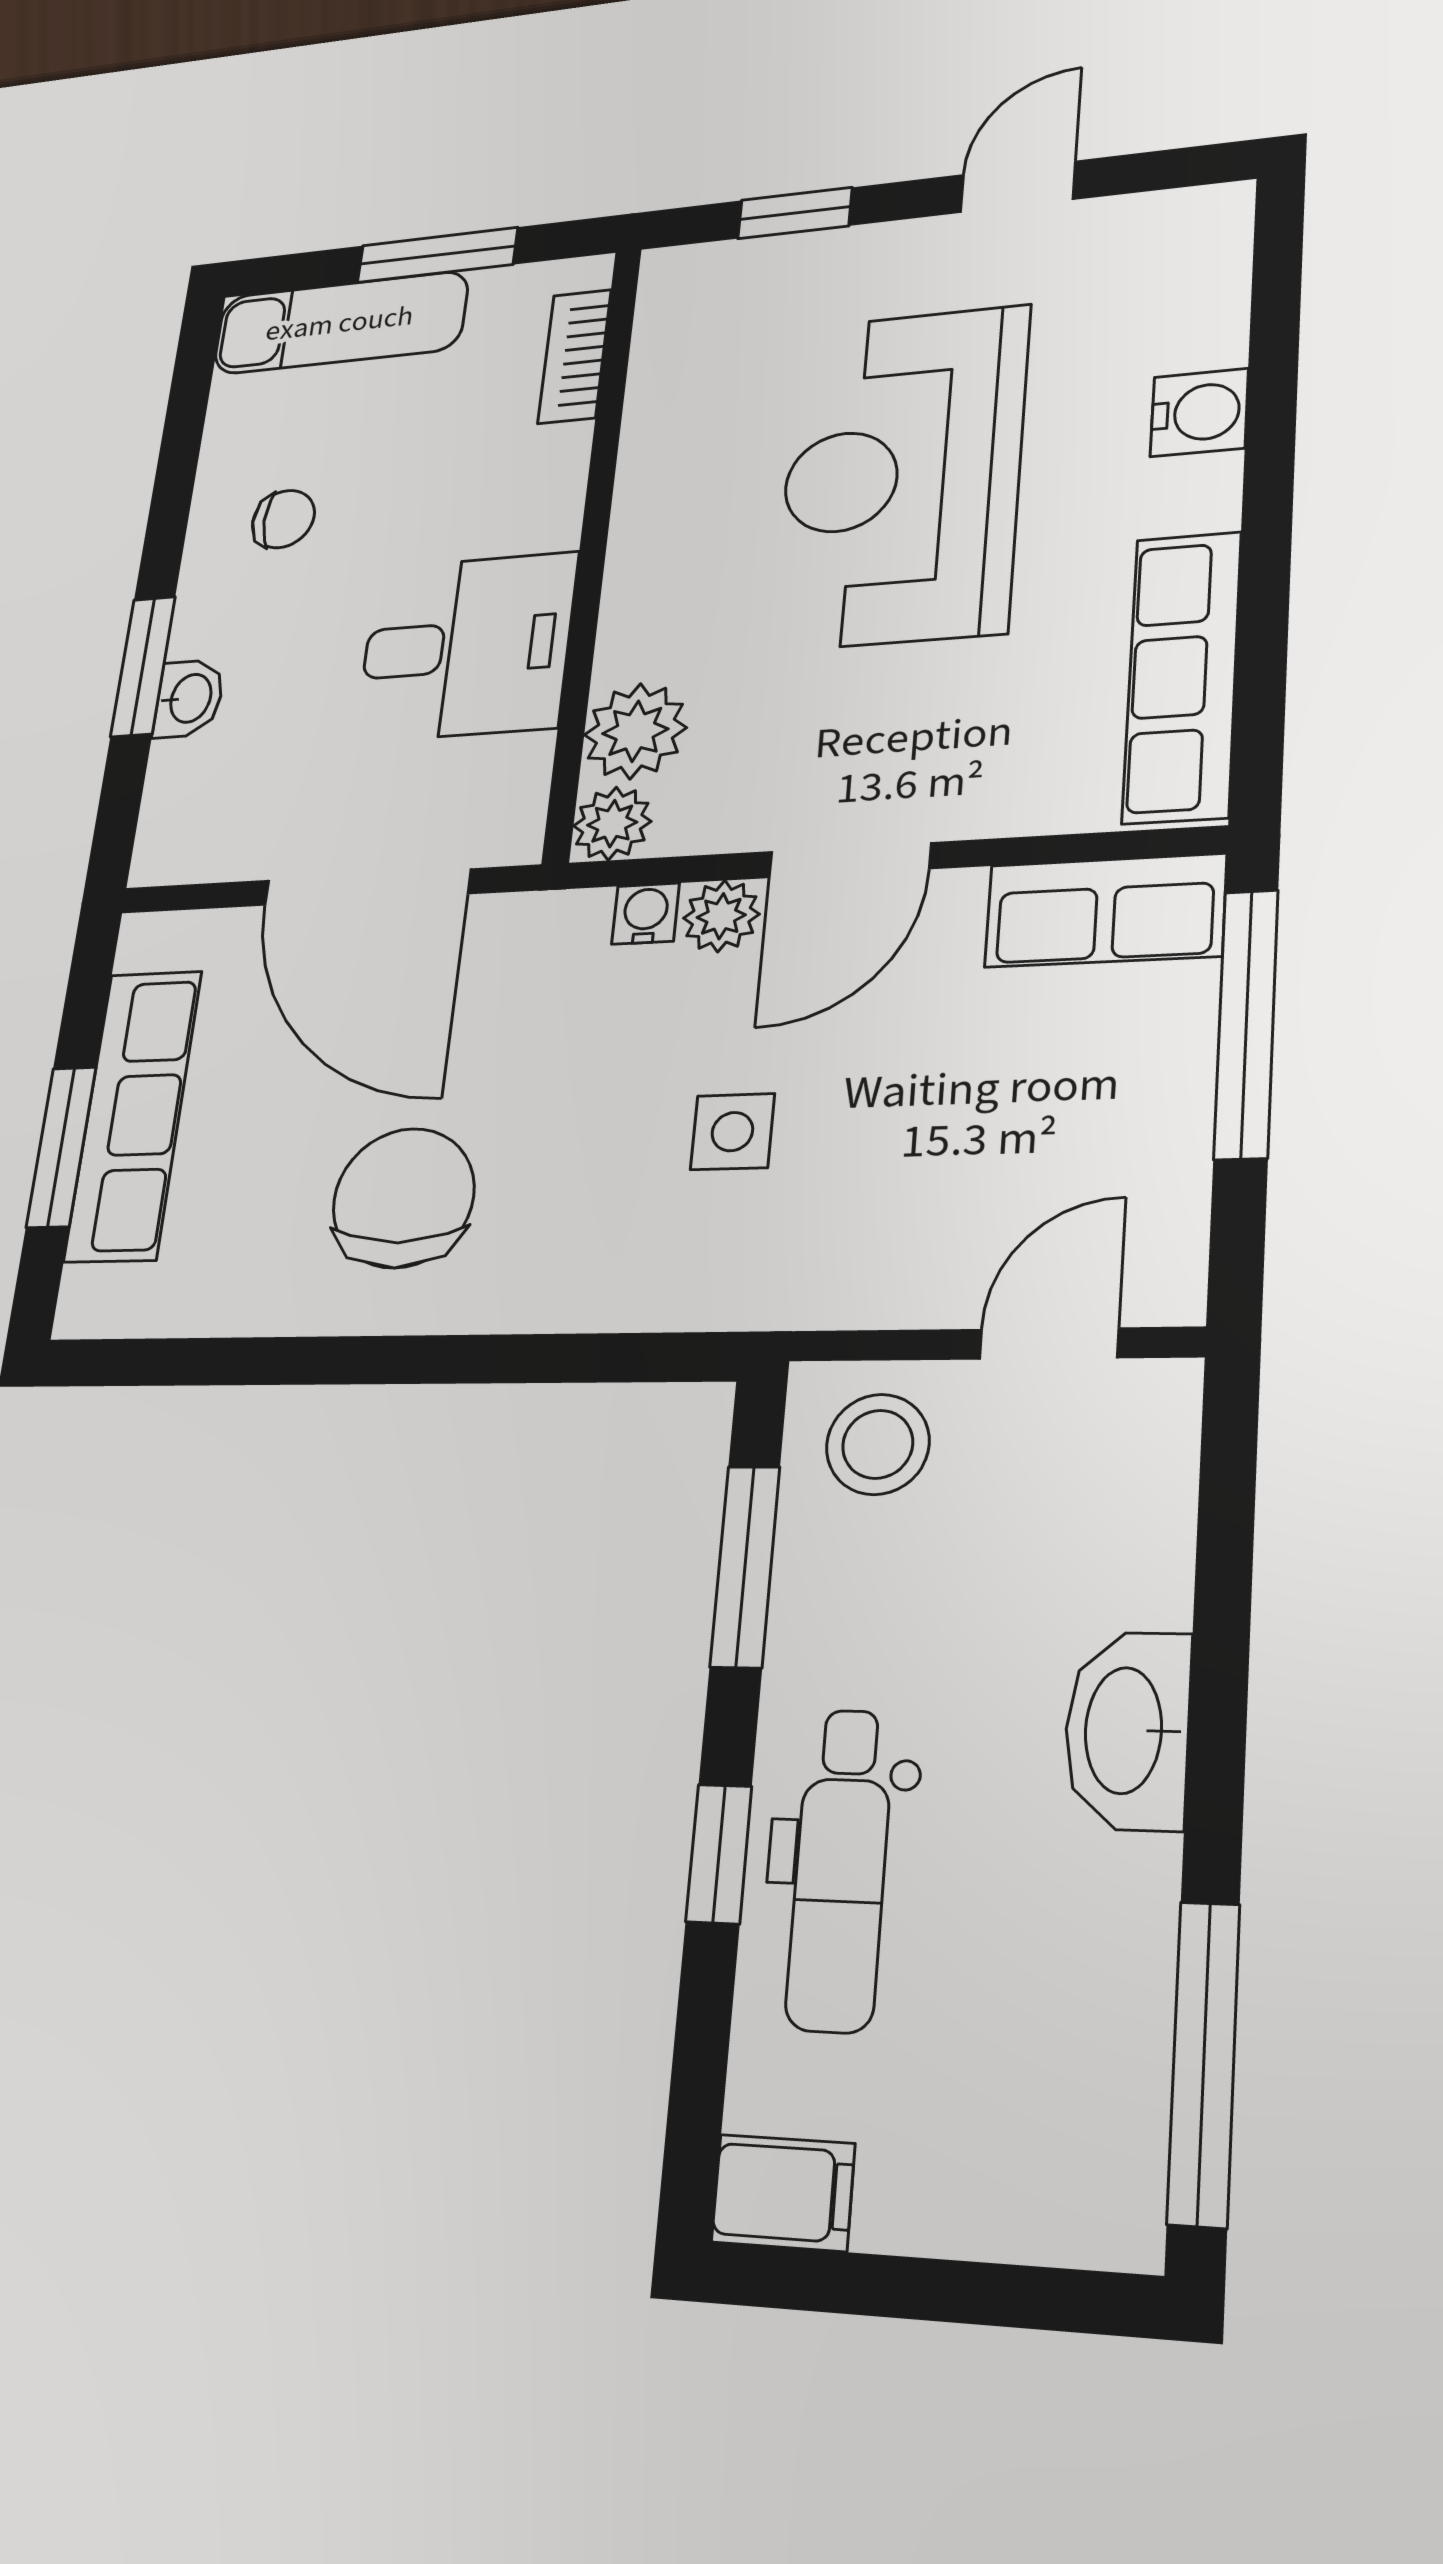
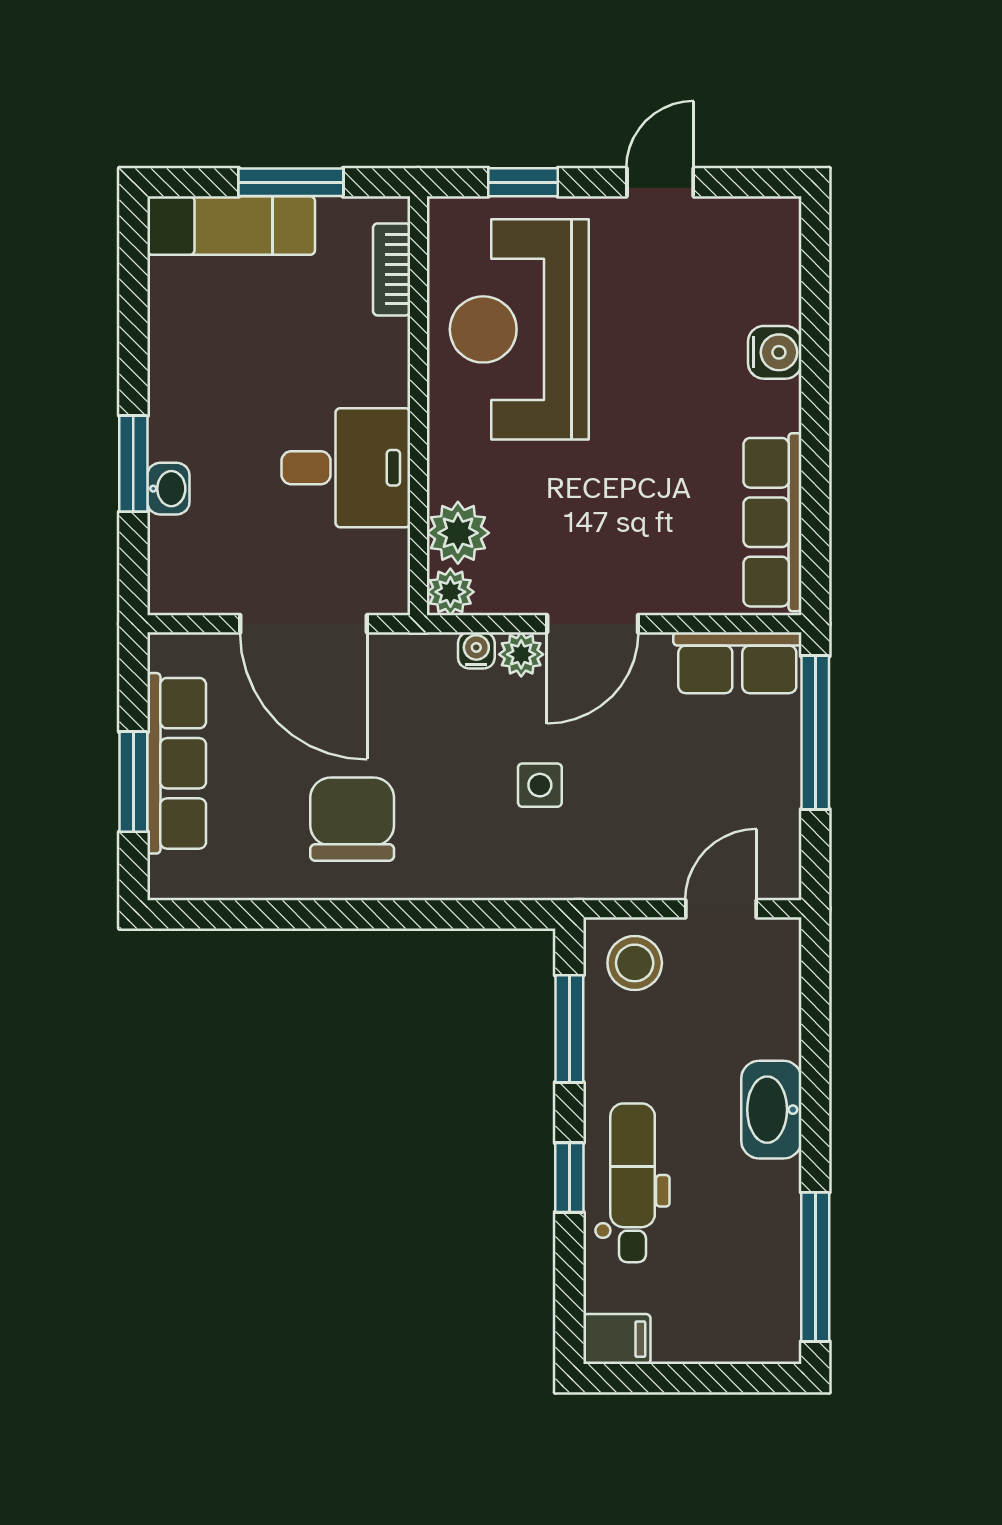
reception desk: (902, 477) -> (519, 329), moved
chair: (283, 519) -> (213, 367), removed
dental chair: (840, 1869) -> (633, 1183), turned 180

